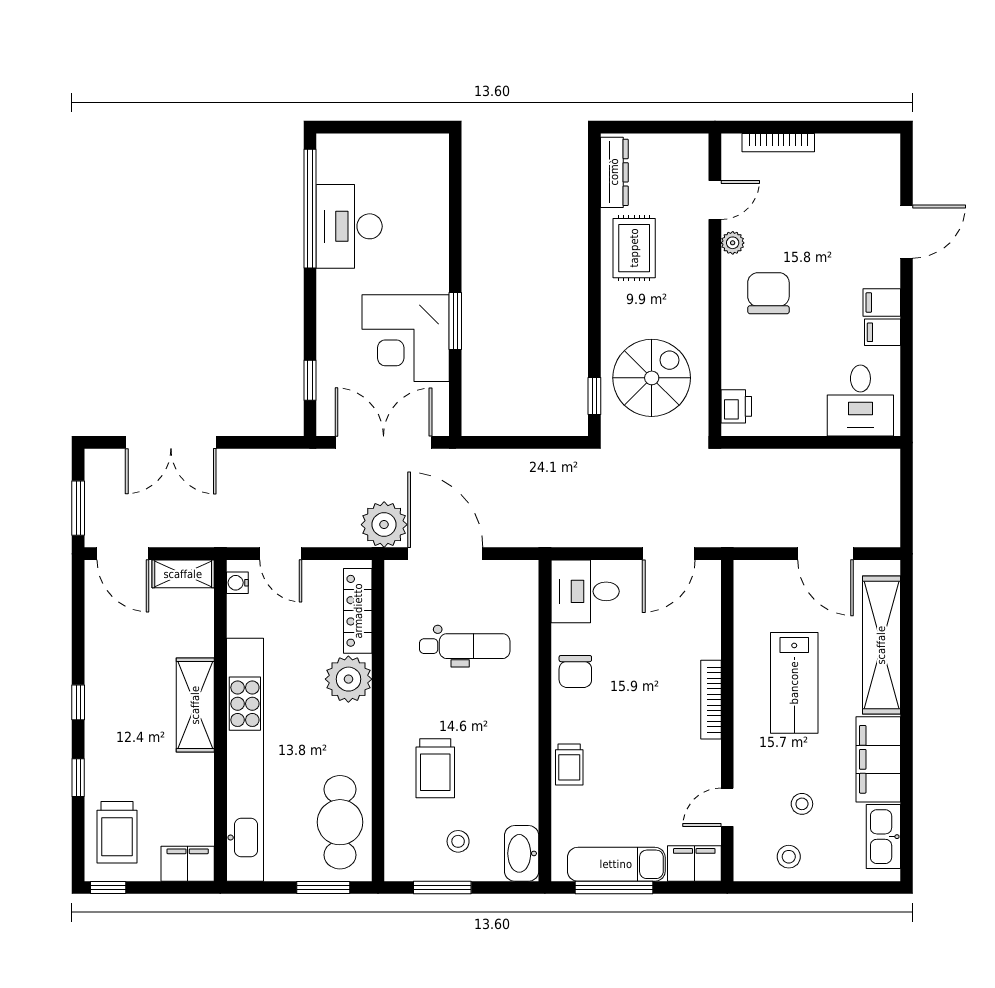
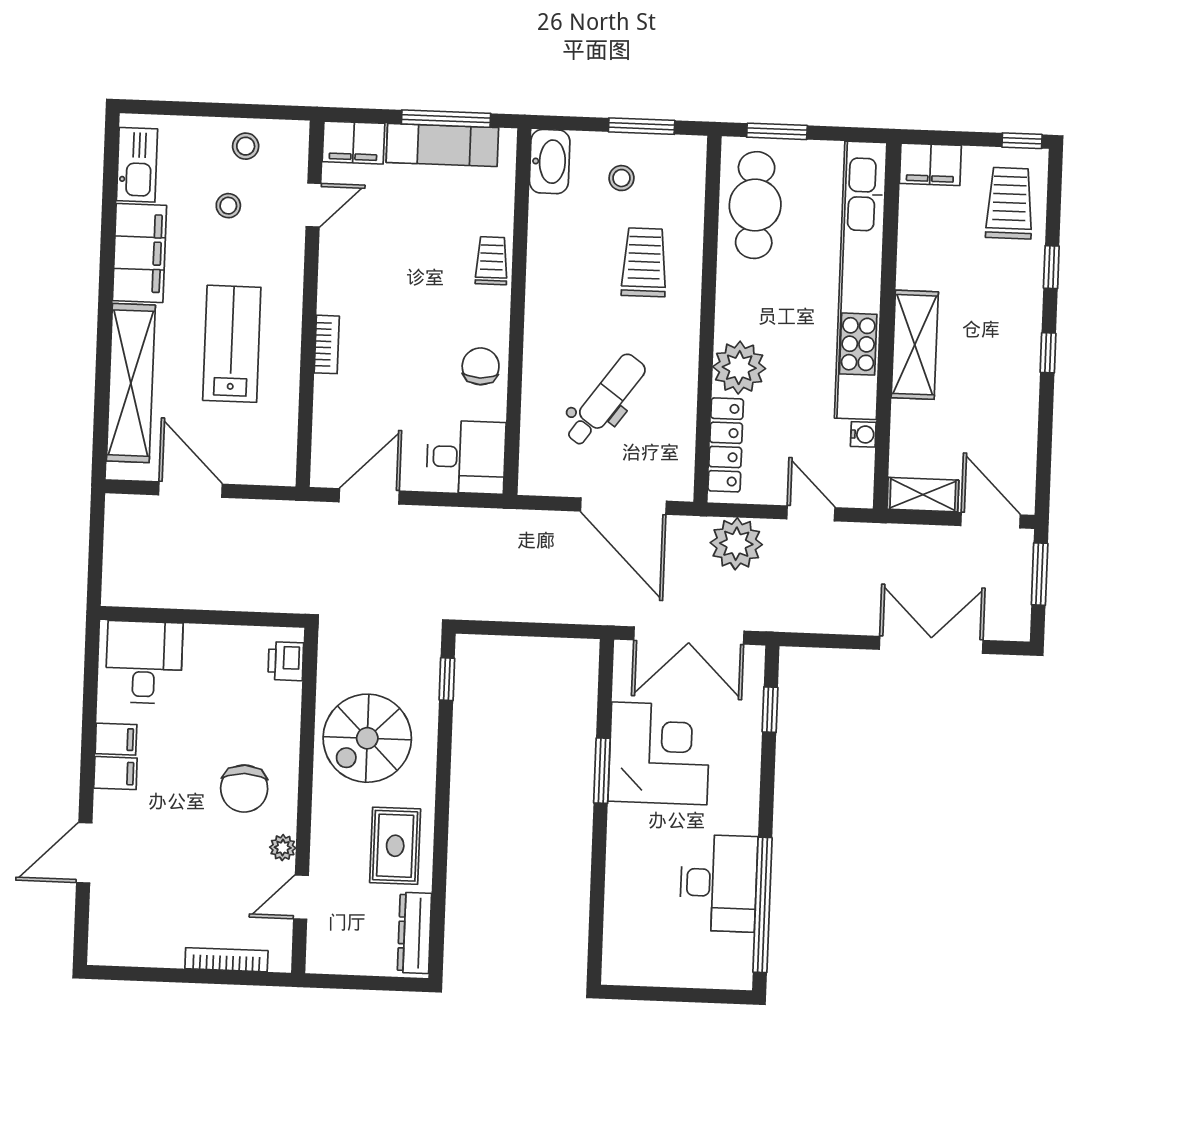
spiral stairs: (652, 378) -> (367, 738), moved
plant: (384, 525) -> (736, 544), moved
water cooler: (237, 583) -> (863, 434), moved
dental chair: (465, 646) -> (605, 400), turned 126
bookcase: (711, 700) -> (327, 344), width x0.64

